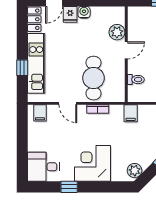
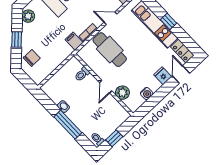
water cooler: (84, 12) -> (147, 94), moved
window: (22, 68) -> (169, 21), moved
filing cabinet: (131, 113) -> (74, 41), moved

